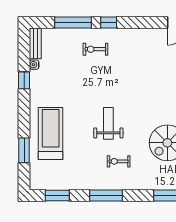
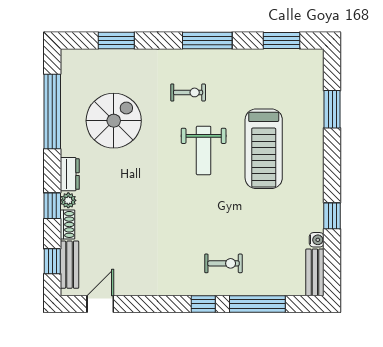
treadmill: (51, 134) -> (264, 149), moved

